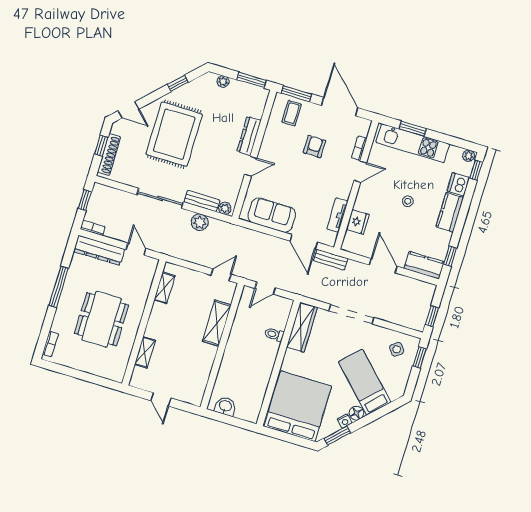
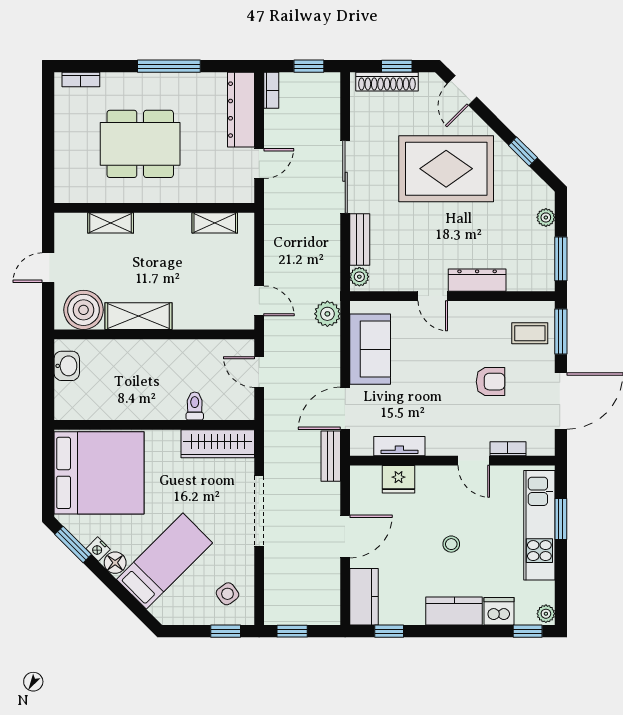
plant: (200, 222) -> (327, 314), moved
shelving: (217, 323) -> (139, 316), moved
boiler: (194, 385) -> (84, 310), added

